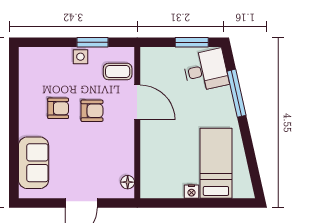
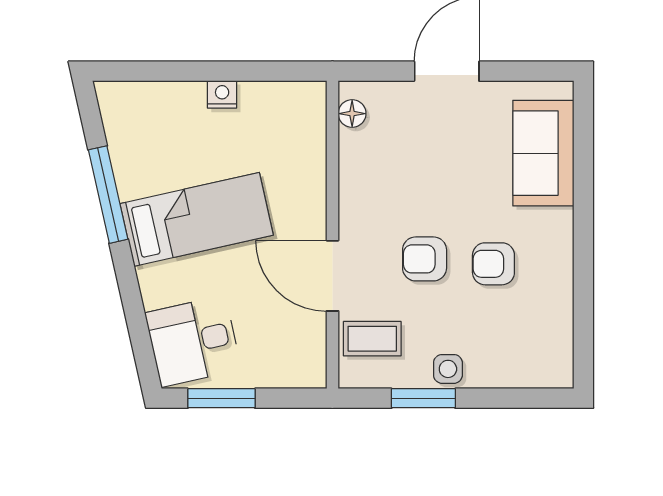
window: (236, 93) -> (108, 195), moved
bed: (216, 163) -> (197, 219), moved, turned -103

